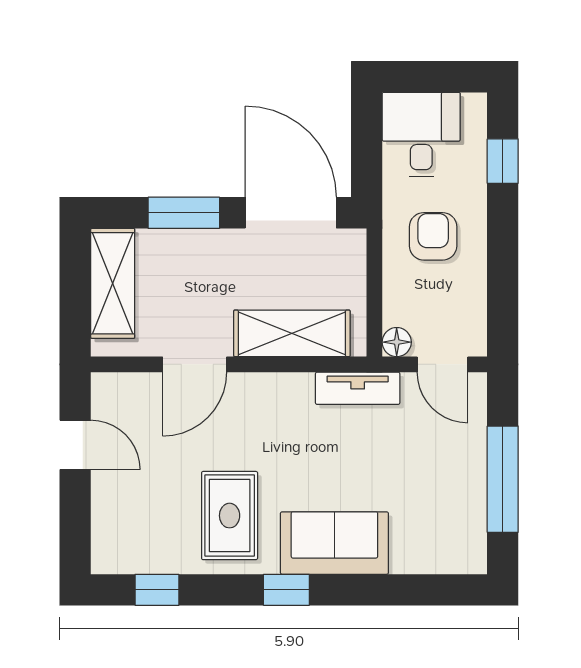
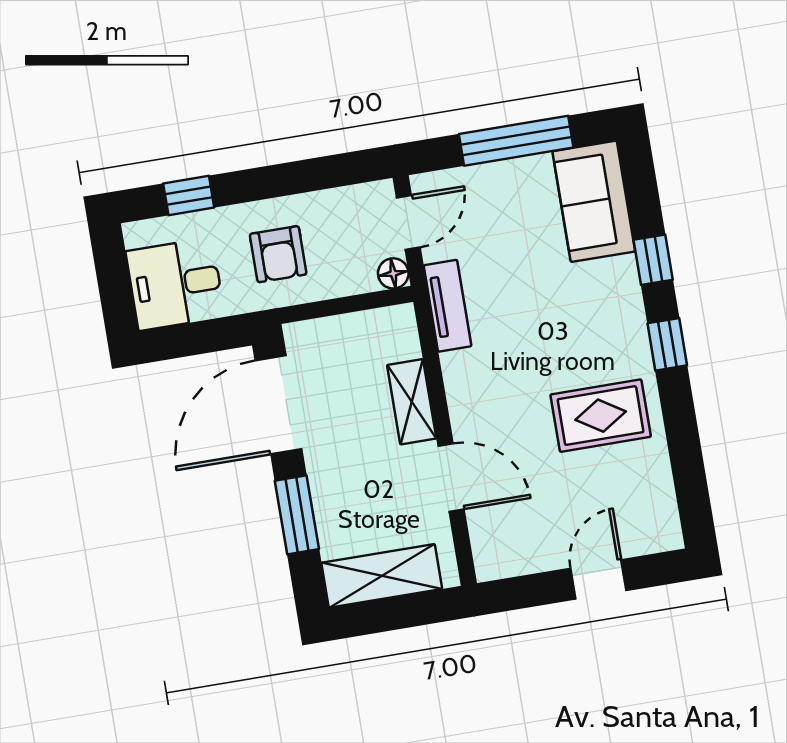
armchair: (433, 236) -> (278, 254), turned -90
shelving: (292, 333) -> (412, 402), width x0.67, depth x0.75
door: (75, 445) -> (598, 579), moved
sofa: (334, 543) -> (594, 201), moved
window: (157, 590) -> (653, 260), moved

